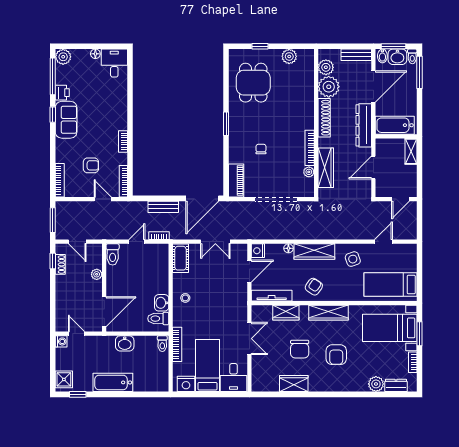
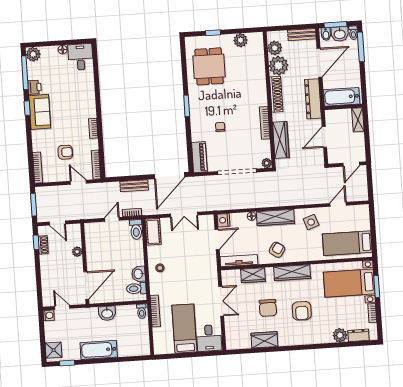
plant: (309, 172) -> (267, 163), moved
toilet: (113, 254) -> (136, 229), moved
nightstand: (186, 384) -> (166, 347), removed

